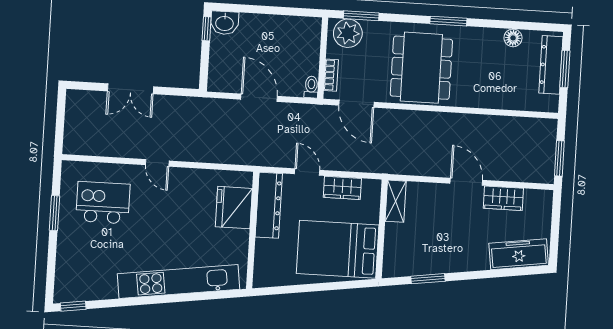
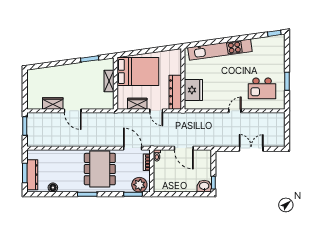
door: (157, 163) -> (235, 111), hinge flipped
shelving: (396, 201) -> (109, 81), moved
freezer: (519, 254) -> (43, 75), removed

